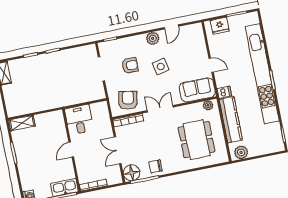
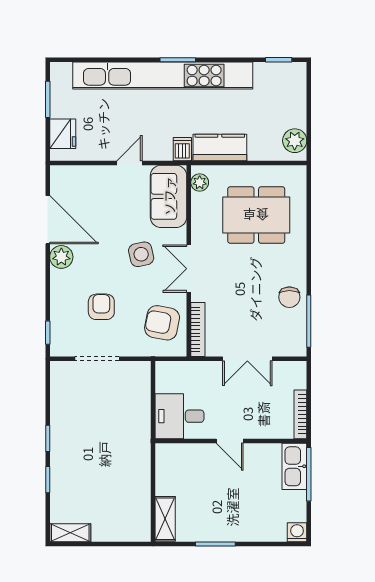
door: (171, 27) -> (48, 220), width x1.87
side table: (161, 66) -> (141, 254), moved
kitchen counter: (231, 120) -> (220, 147), width x0.67
floor lamp: (132, 173) -> (292, 342), removed

